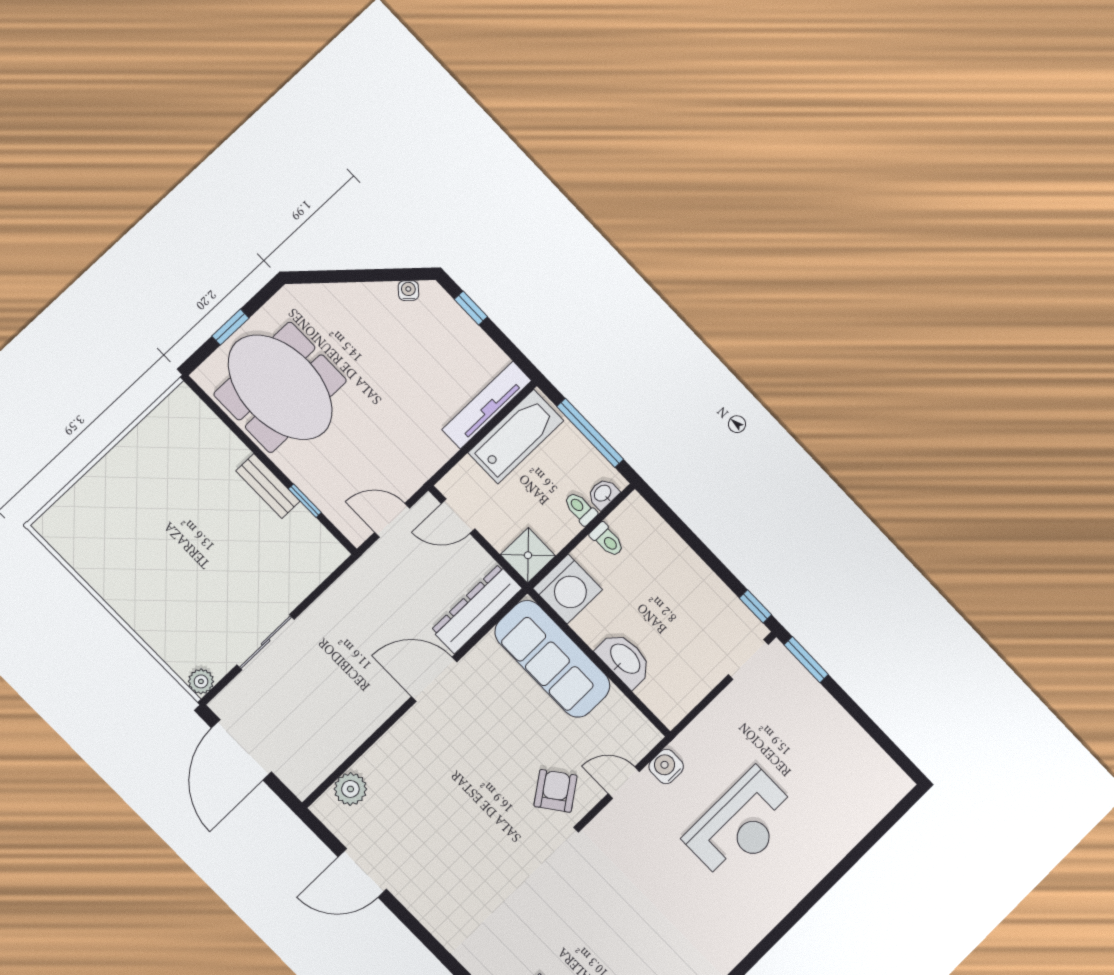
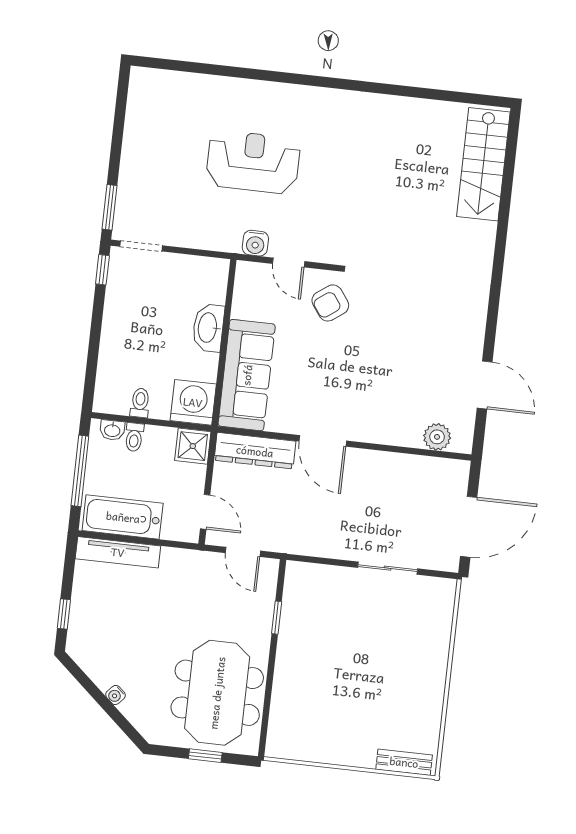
water cooler: (408, 291) -> (115, 695), moved
bench: (268, 486) -> (404, 762), moved, turned 90
plant: (201, 681) -> (446, 588), removed

